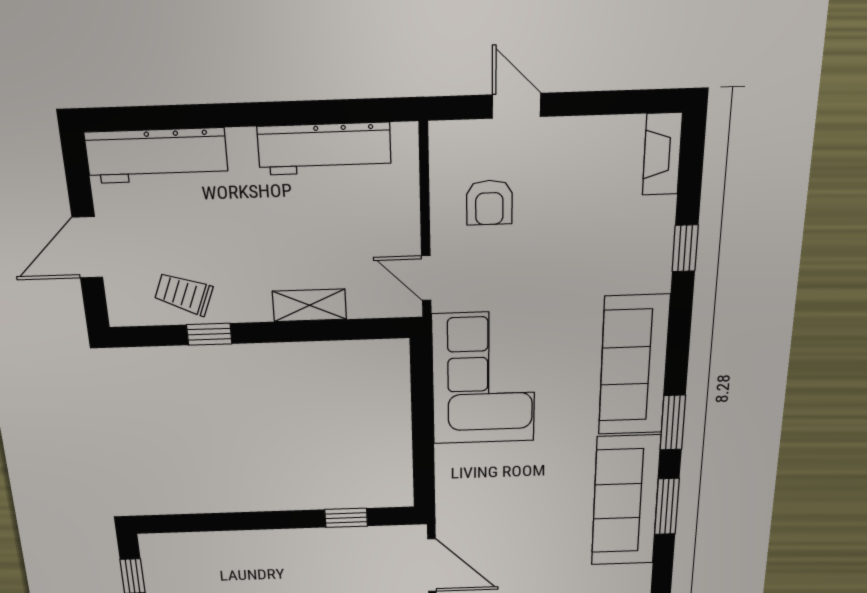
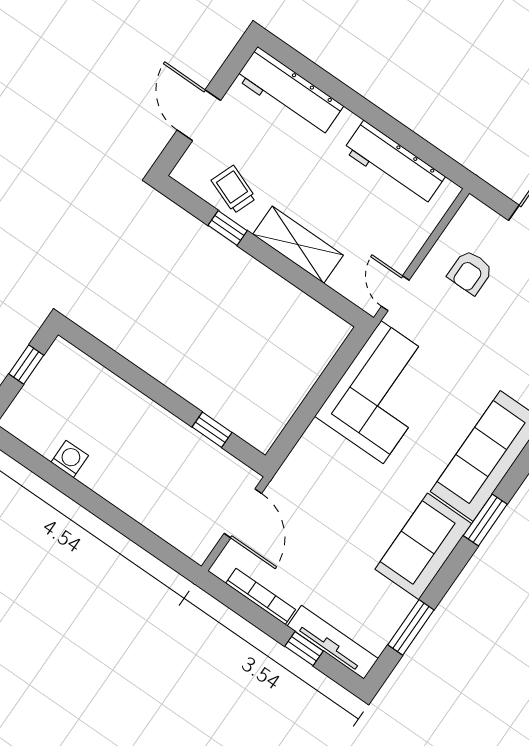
door: (87, 247) -> (199, 115), hinge flipped
shelving: (309, 305) -> (298, 245), width x1.50, depth x1.33
sofa: (626, 501) -> (423, 546), width x0.73
window: (667, 507) -> (411, 627), moved

